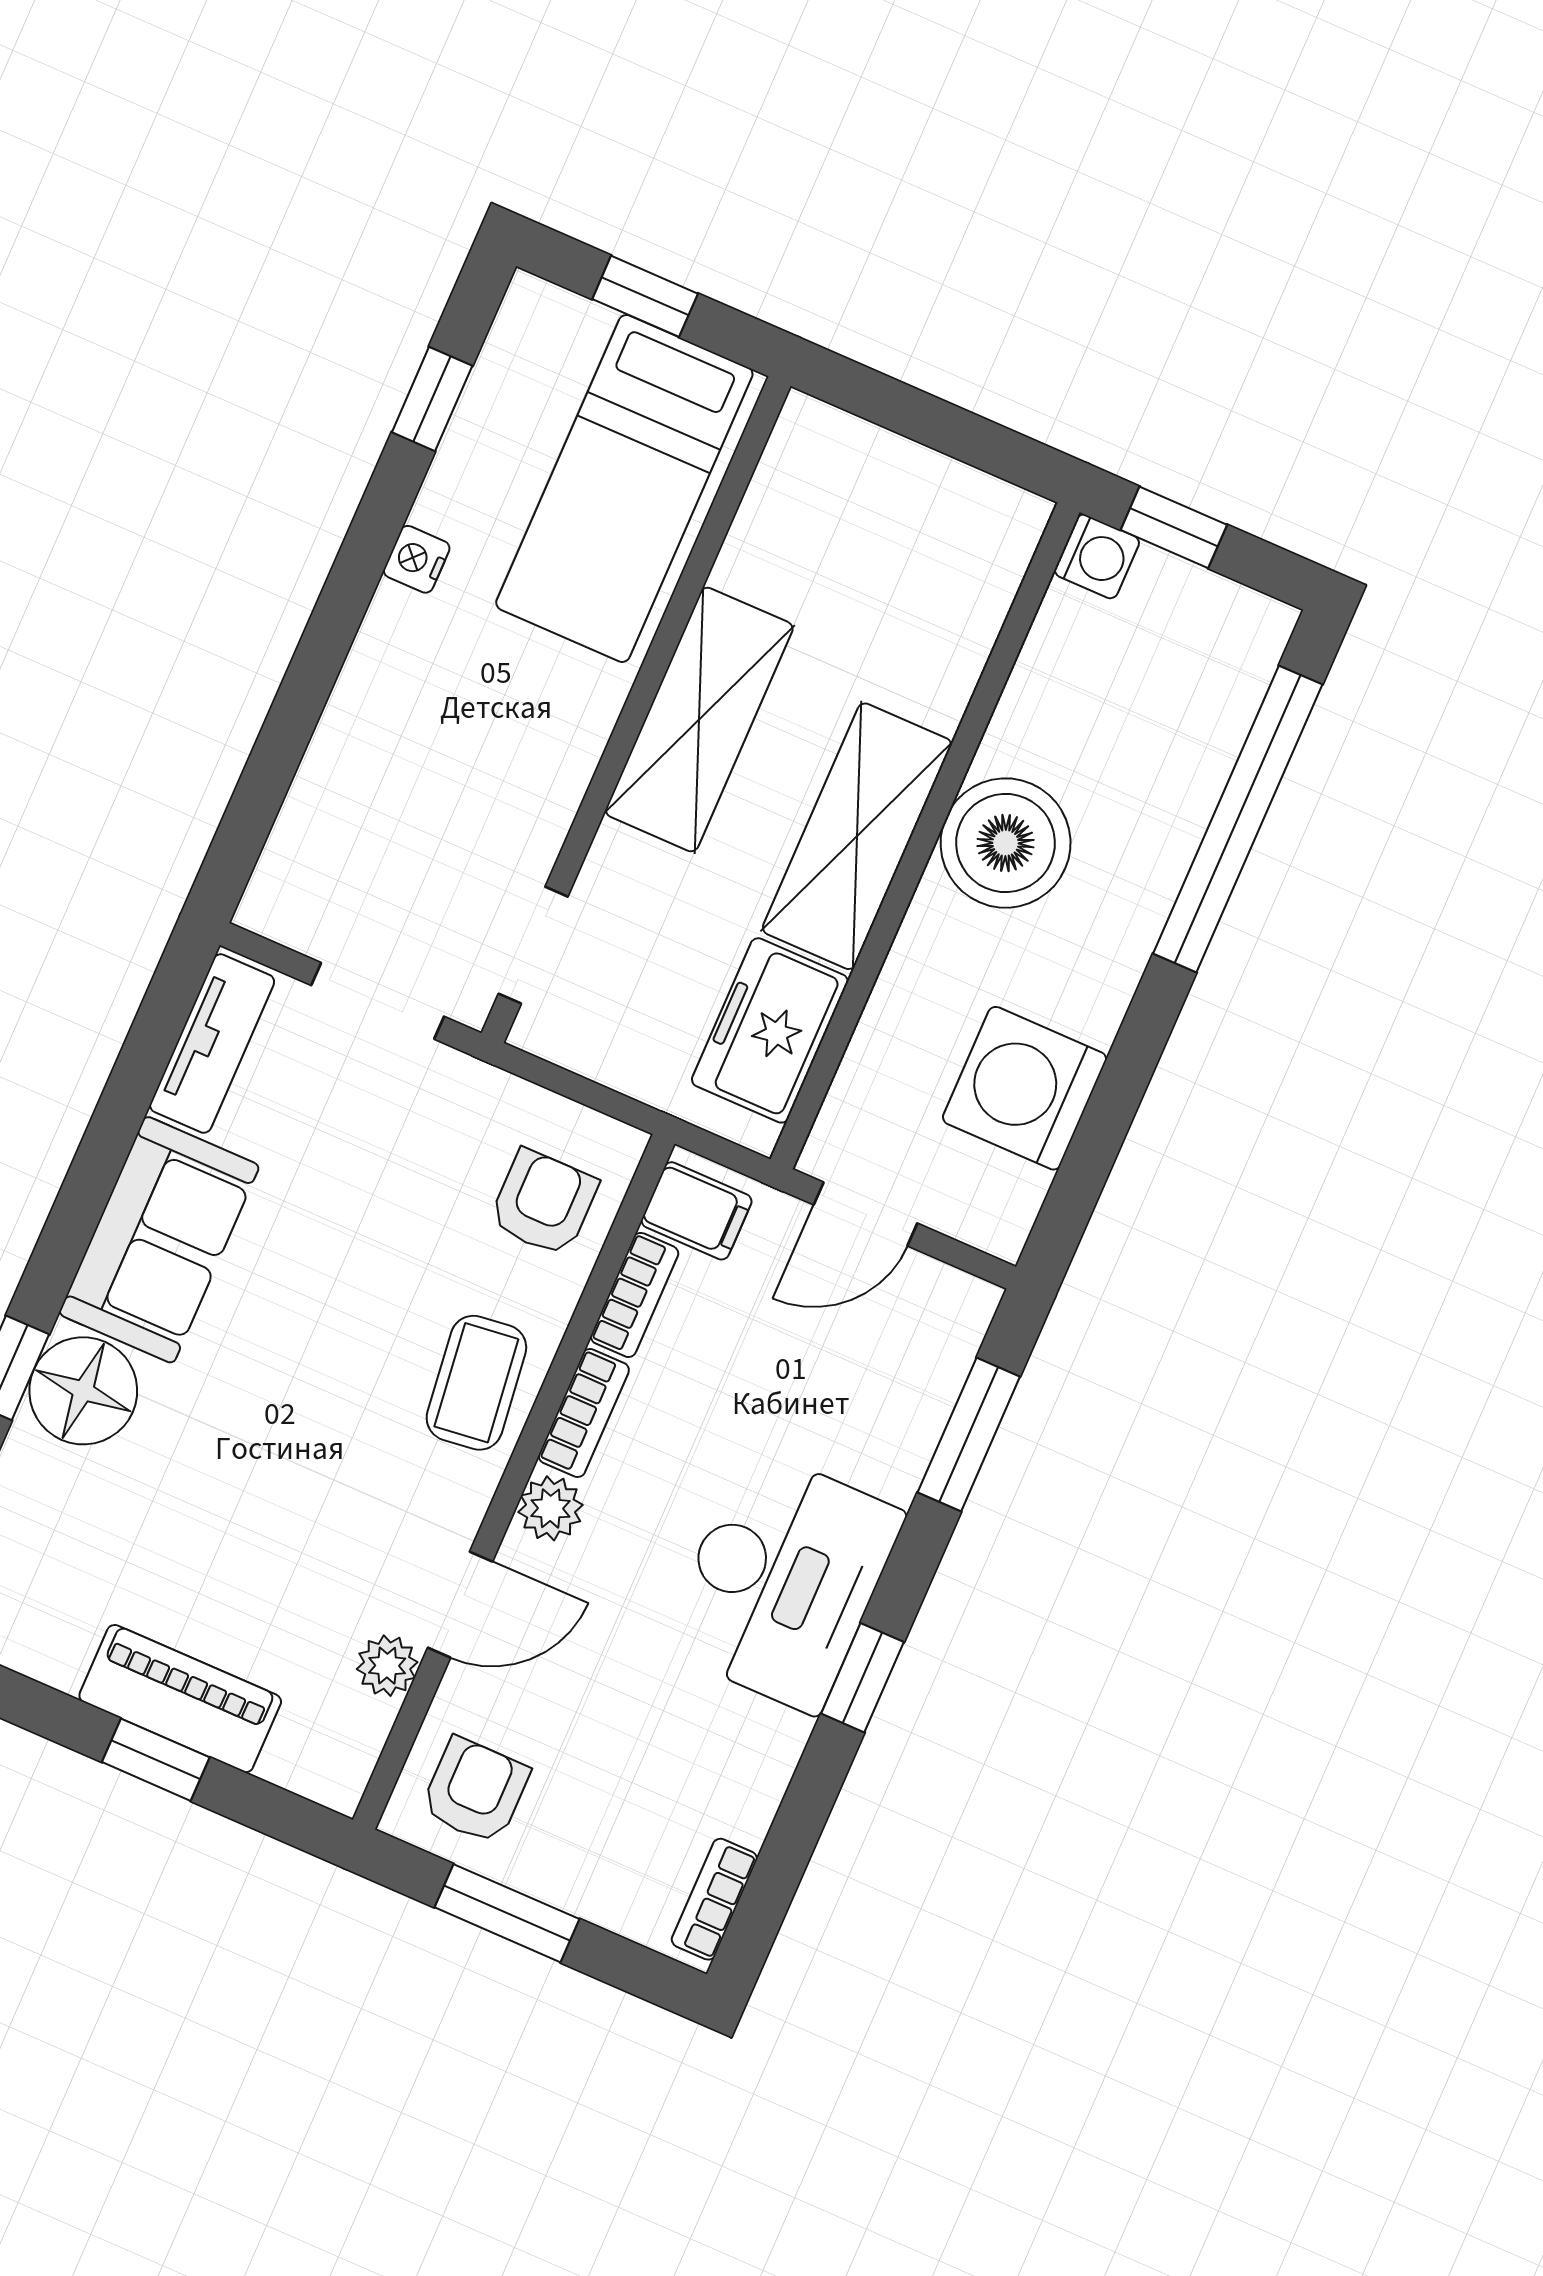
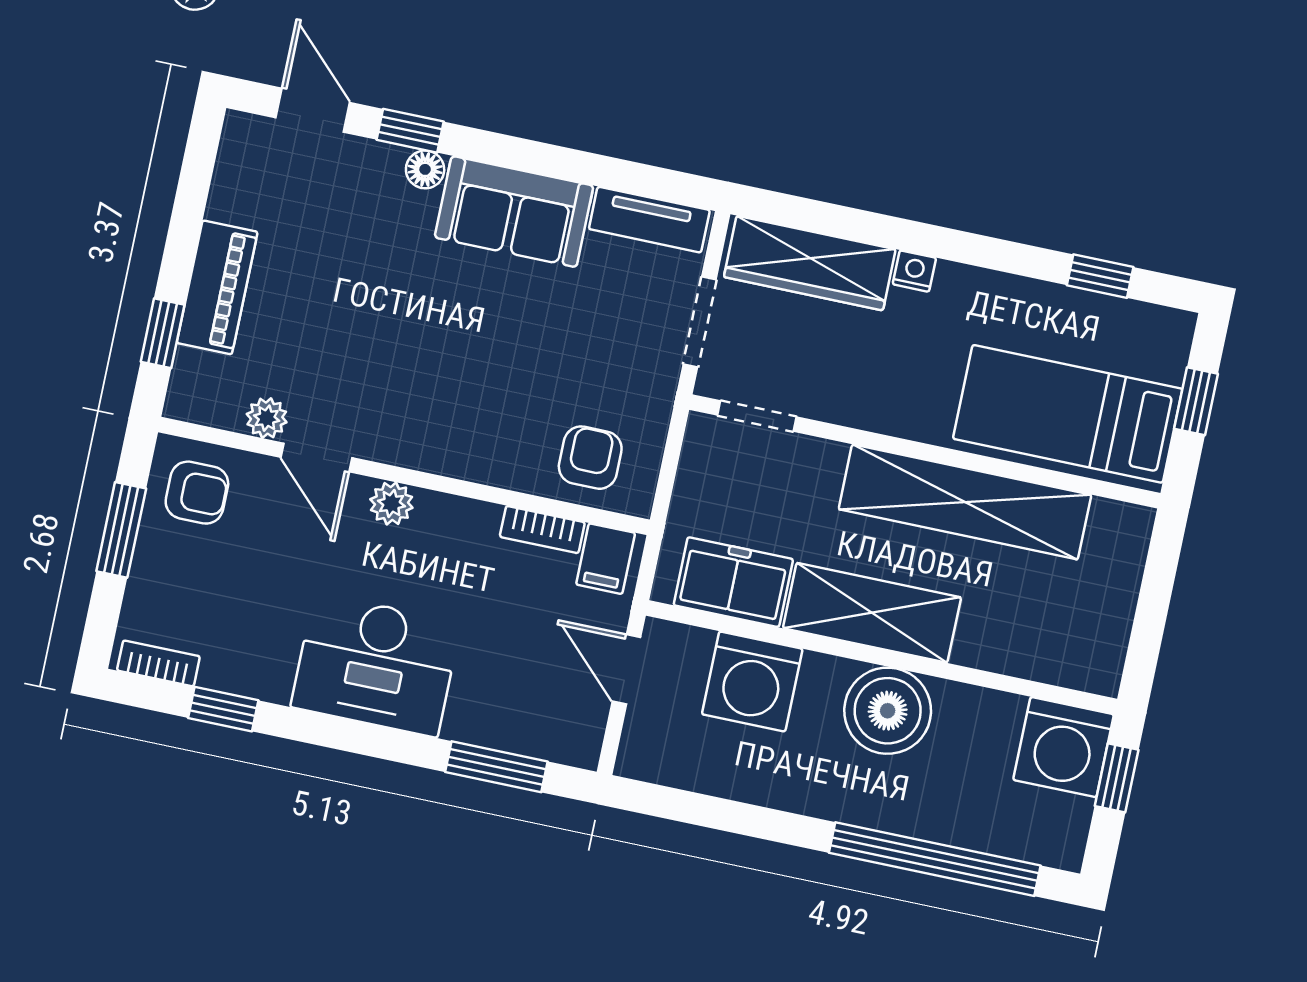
washing machine: (1097, 556) -> (1063, 747), width x1.89, depth x1.89
nightstand: (417, 559) -> (914, 271), moved
shelving: (699, 719) -> (965, 502), width x1.47
wardrobe: (325, 821) -> (810, 263), added
washing machine: (1025, 1088) -> (752, 681), moved, turned 180
armchair: (544, 1203) -> (590, 458), turned -90
coffee table: (476, 1383) -> (464, 438), removed
floor lamp: (83, 1391) -> (425, 169), width x0.53, depth x0.53
bookcase: (584, 1413) -> (458, 512), removed
window: (862, 1678) -> (223, 709), moved
window: (156, 1760) -> (163, 333), moved

